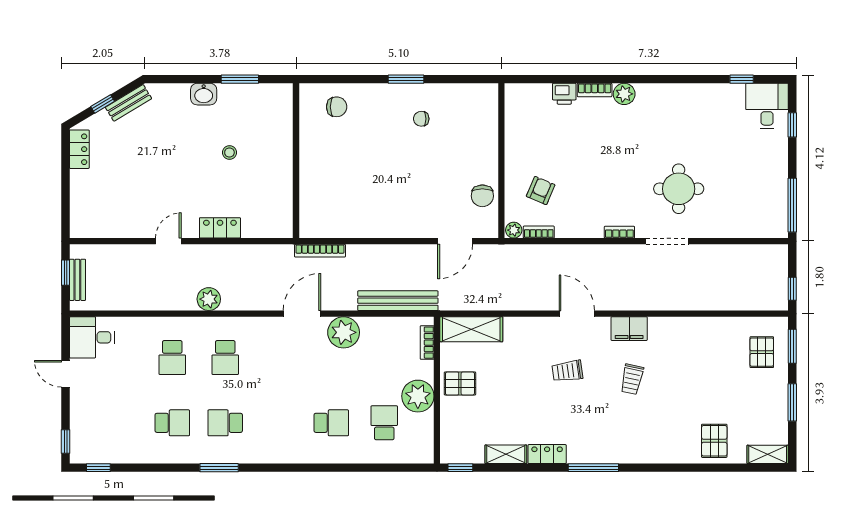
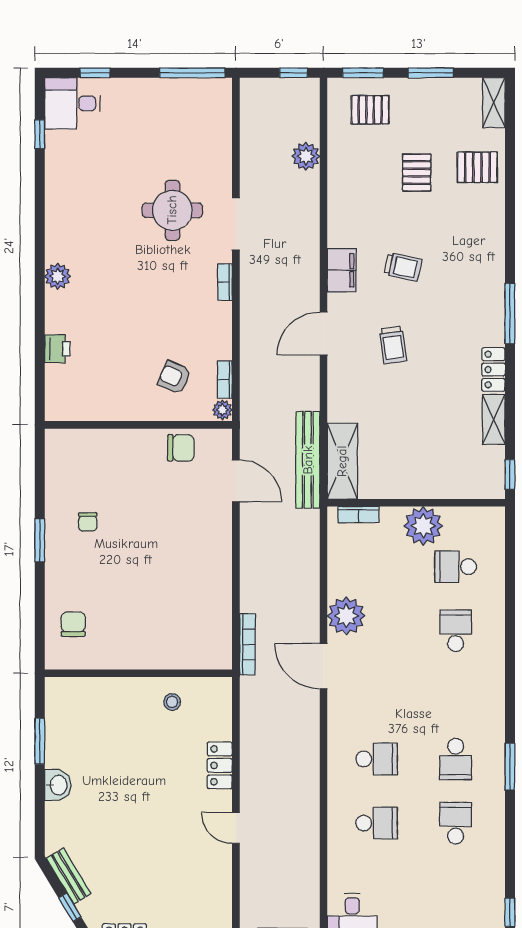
bookcase: (595, 90) -> (53, 312), removed
stool: (229, 152) -> (172, 702), moved
plant: (209, 299) -> (306, 156), moved
bench: (398, 301) -> (308, 460), moved
pallet: (460, 383) -> (417, 173), moved

